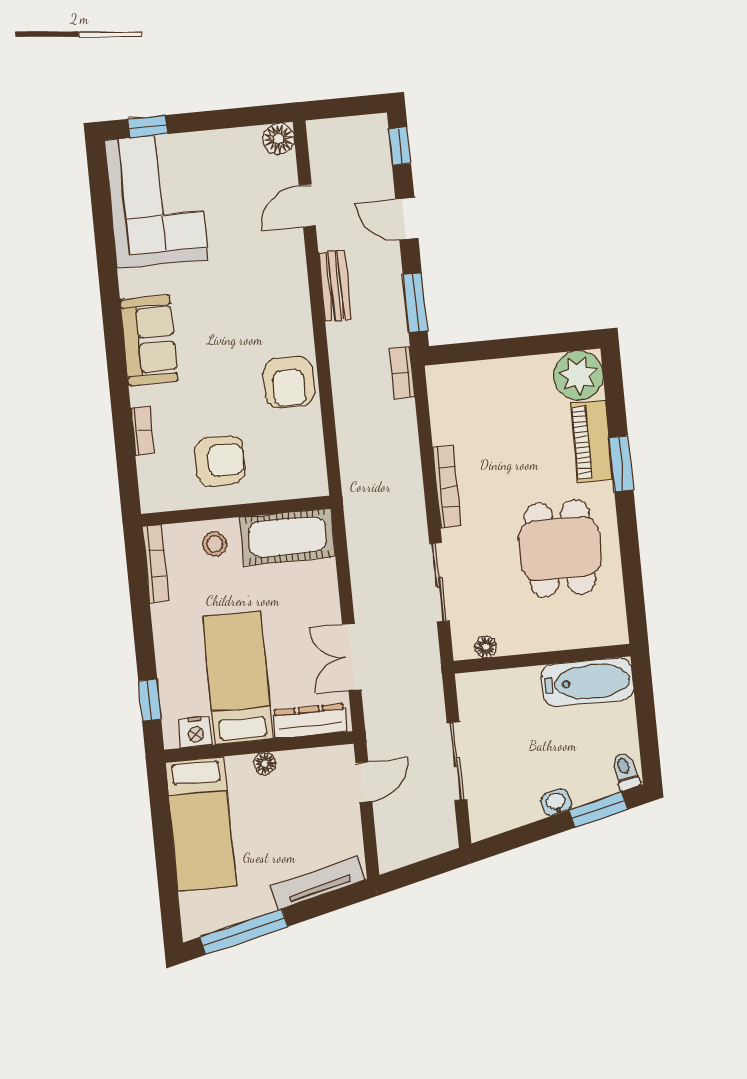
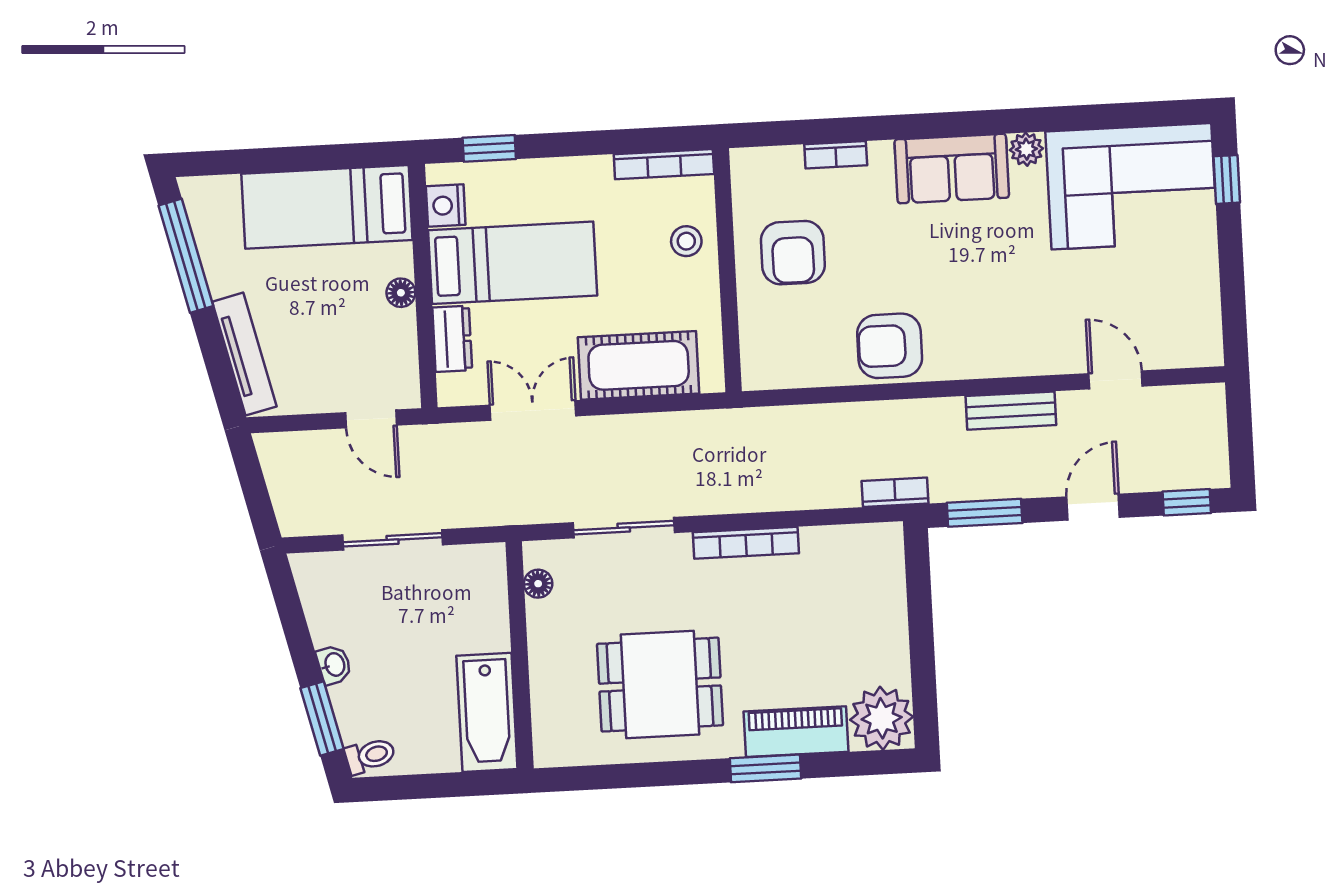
floor lamp: (279, 139) -> (1203, 347), removed
plant: (131, 283) -> (1026, 149), added
cot: (287, 537) -> (639, 365), moved, turned 90
dresser: (310, 721) -> (452, 339), width x0.70

